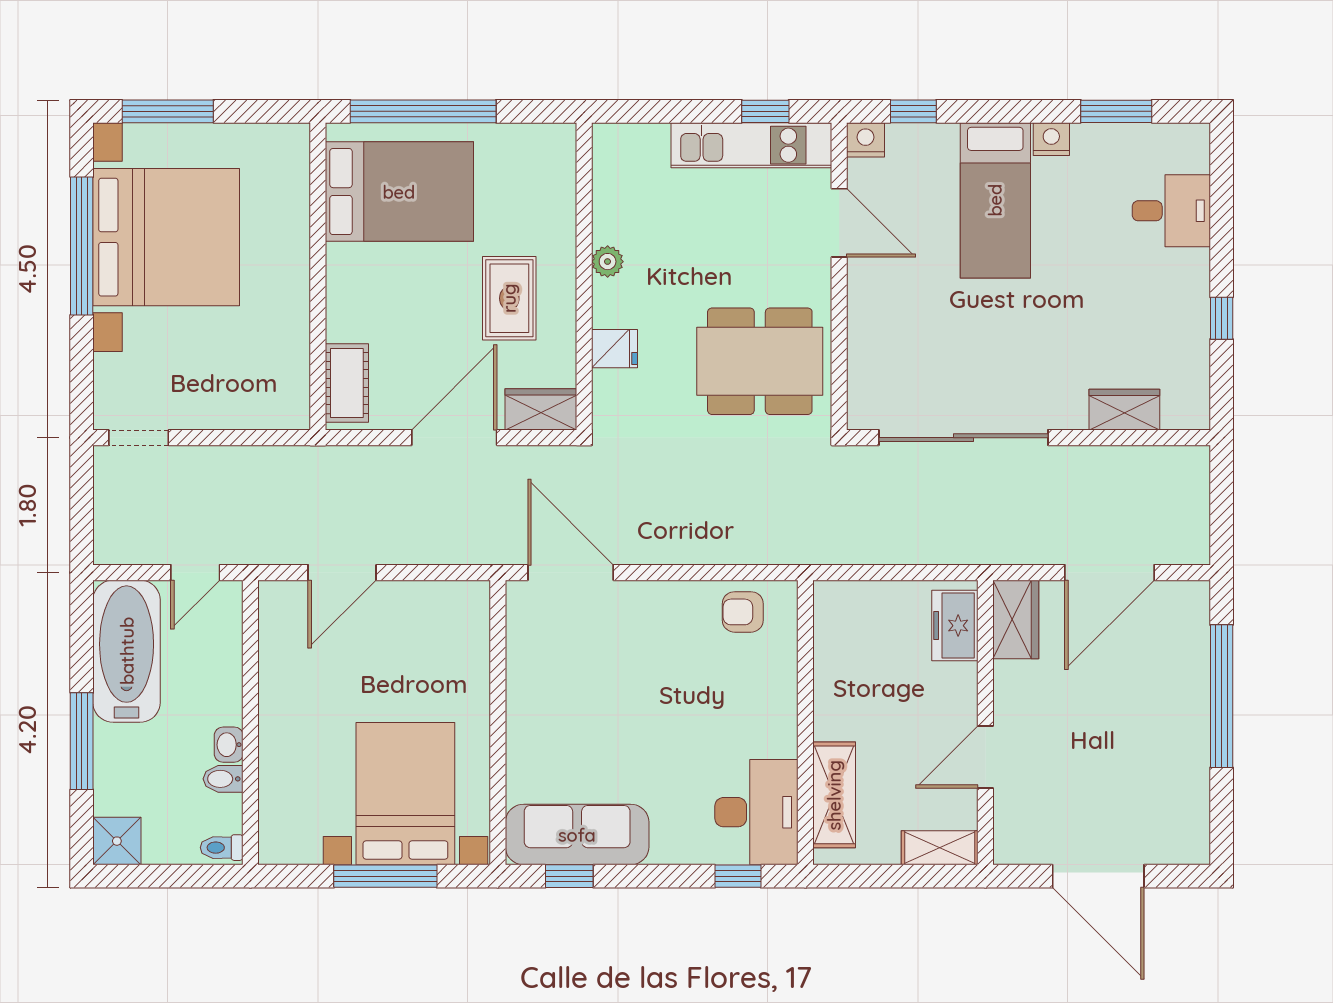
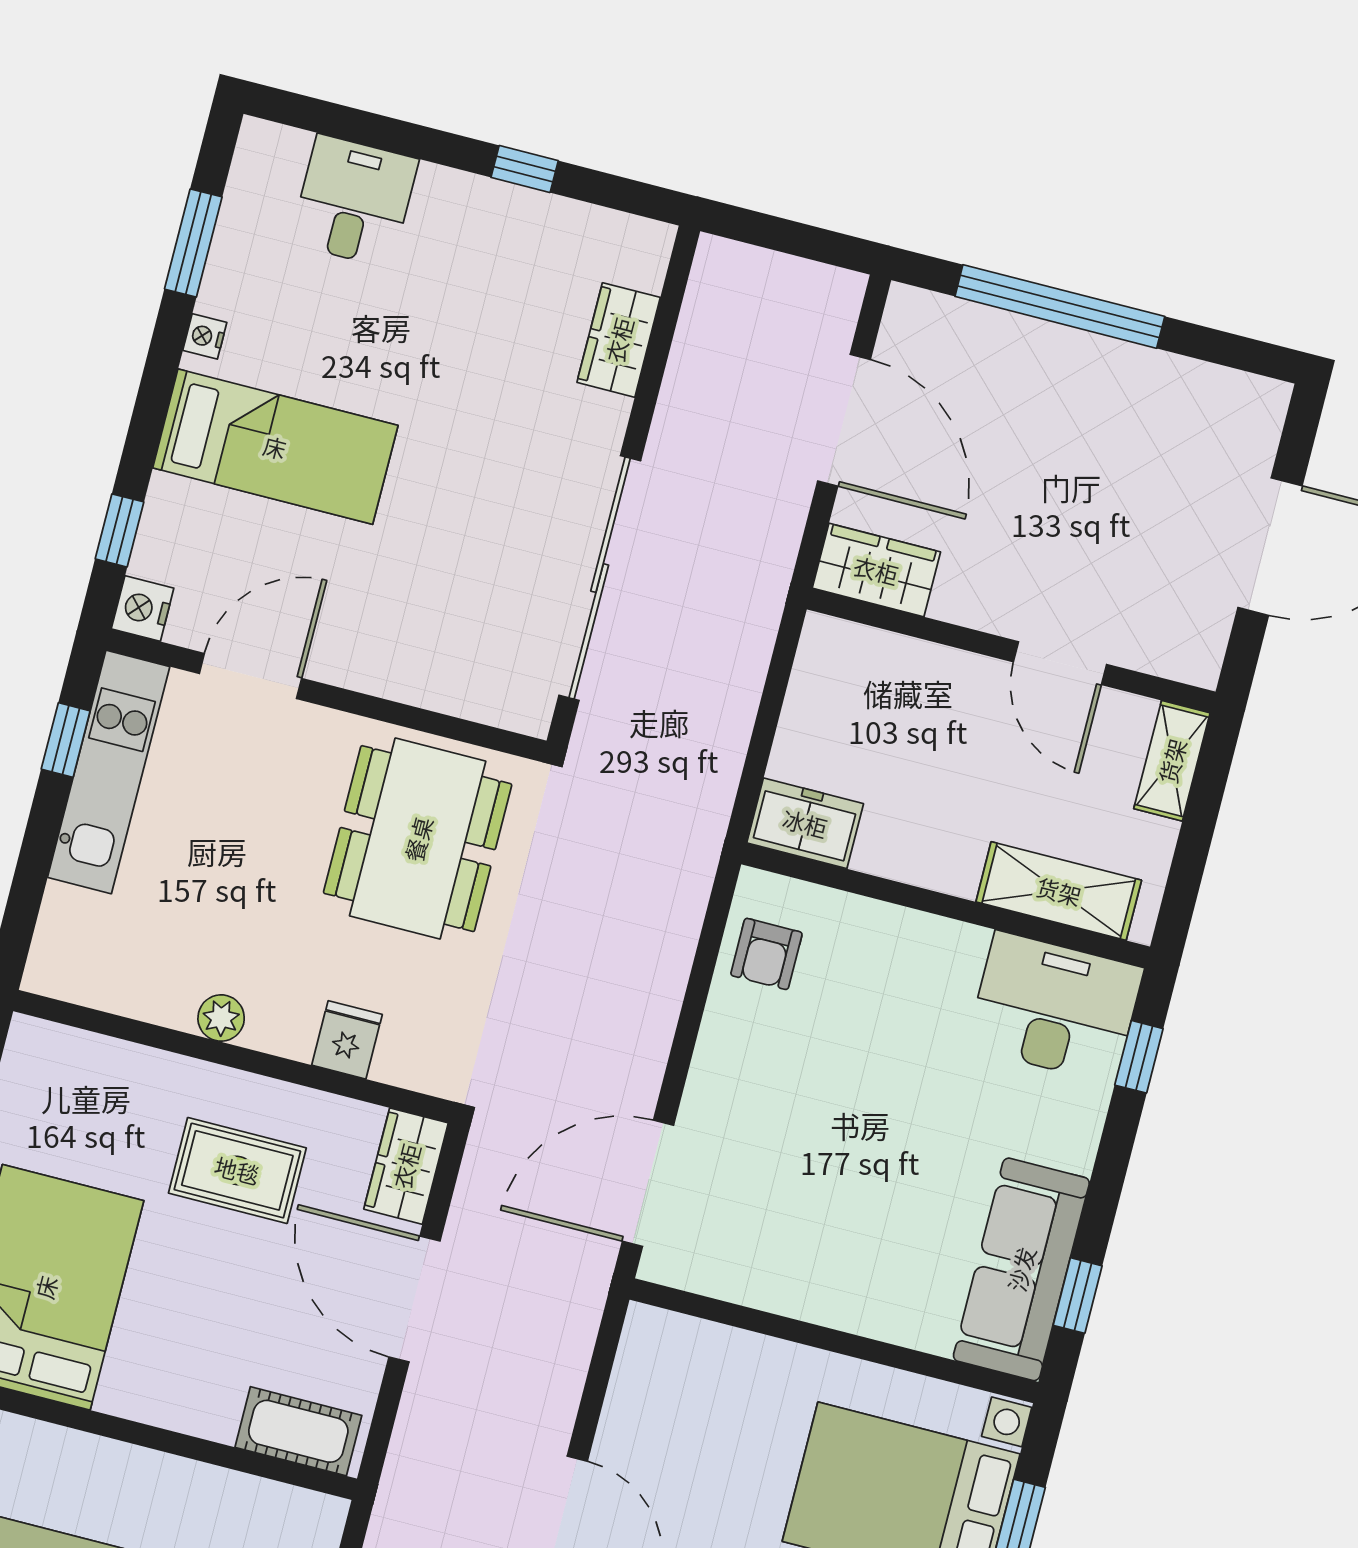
nightstand: (1051, 139) -> (205, 336), width x0.72, depth x0.74
freezer: (955, 626) -> (805, 823), moved, turned 180

